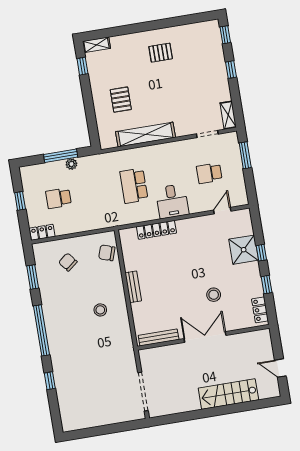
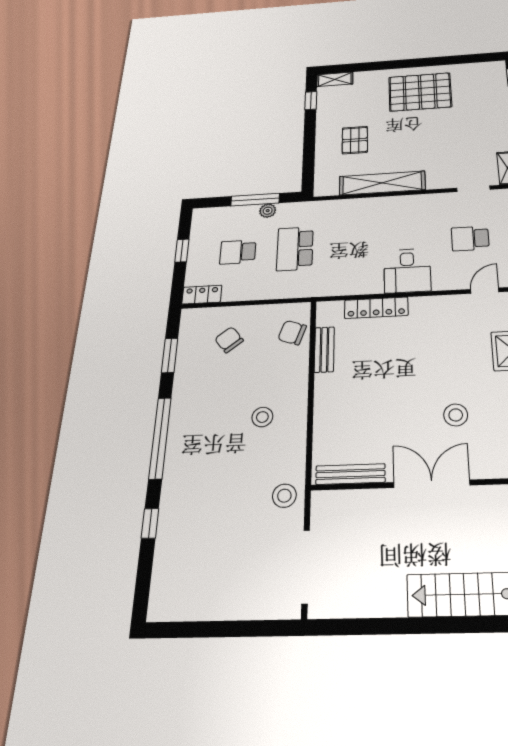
pallet: (161, 53) -> (420, 92), width x2.05, depth x2.00
school desk: (134, 186) -> (295, 249), moved
bench: (133, 287) -> (324, 349), moved
stool: (123, 355) -> (284, 496), added

